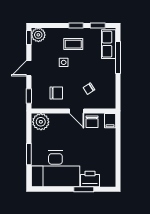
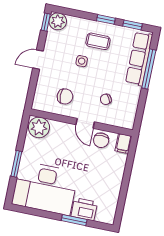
row of seats: (109, 44) -> (139, 59), width x1.48
window: (29, 96) -> (31, 93), removed

